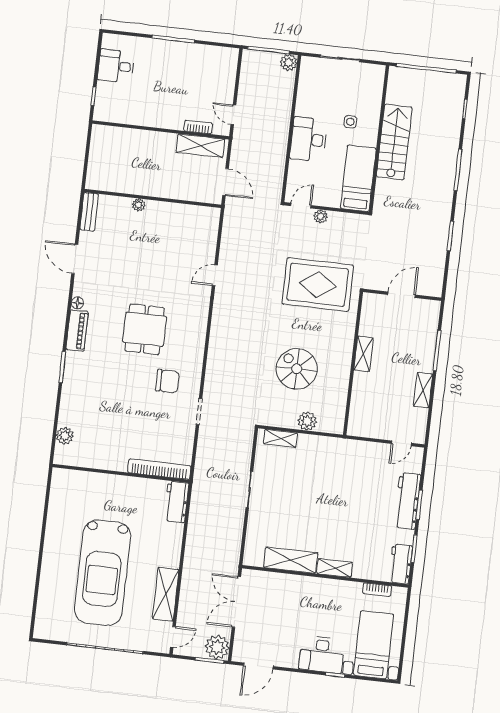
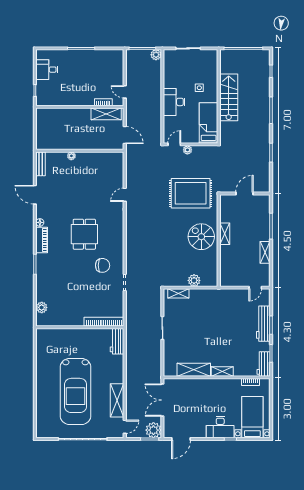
spiral stairs: (297, 369) -> (201, 237), moved

